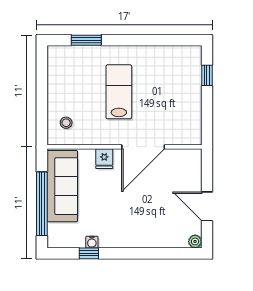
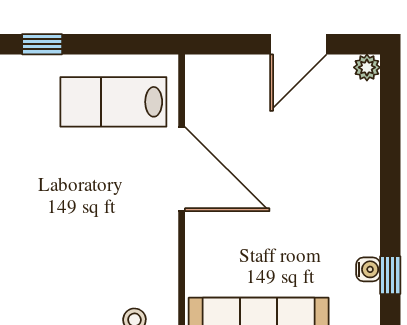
lab bench: (119, 92) -> (113, 102), moved
fridge: (104, 159) -> (205, 245), removed

